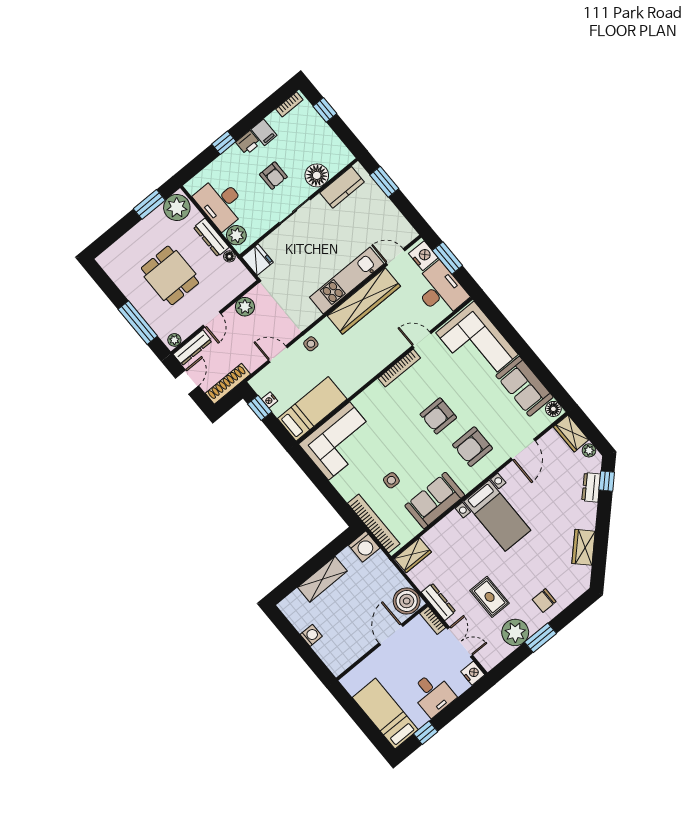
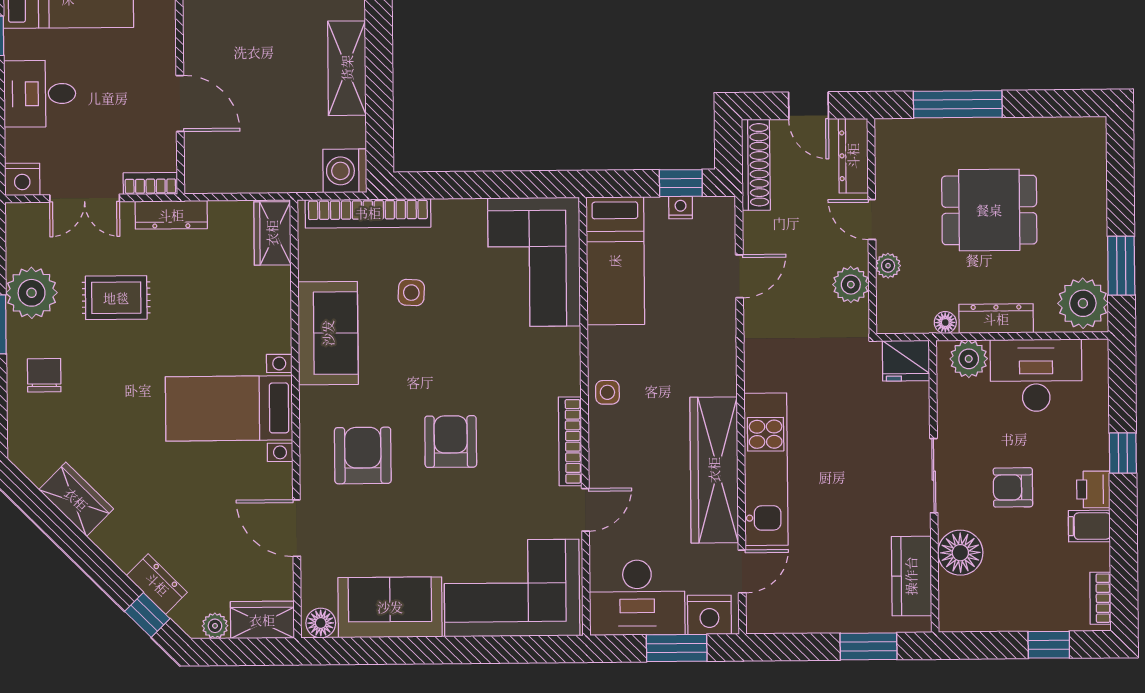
plant: (174, 340) -> (888, 266), moved
side table: (311, 344) -> (607, 392), moved
boiler: (407, 601) -> (211, 168), removed

